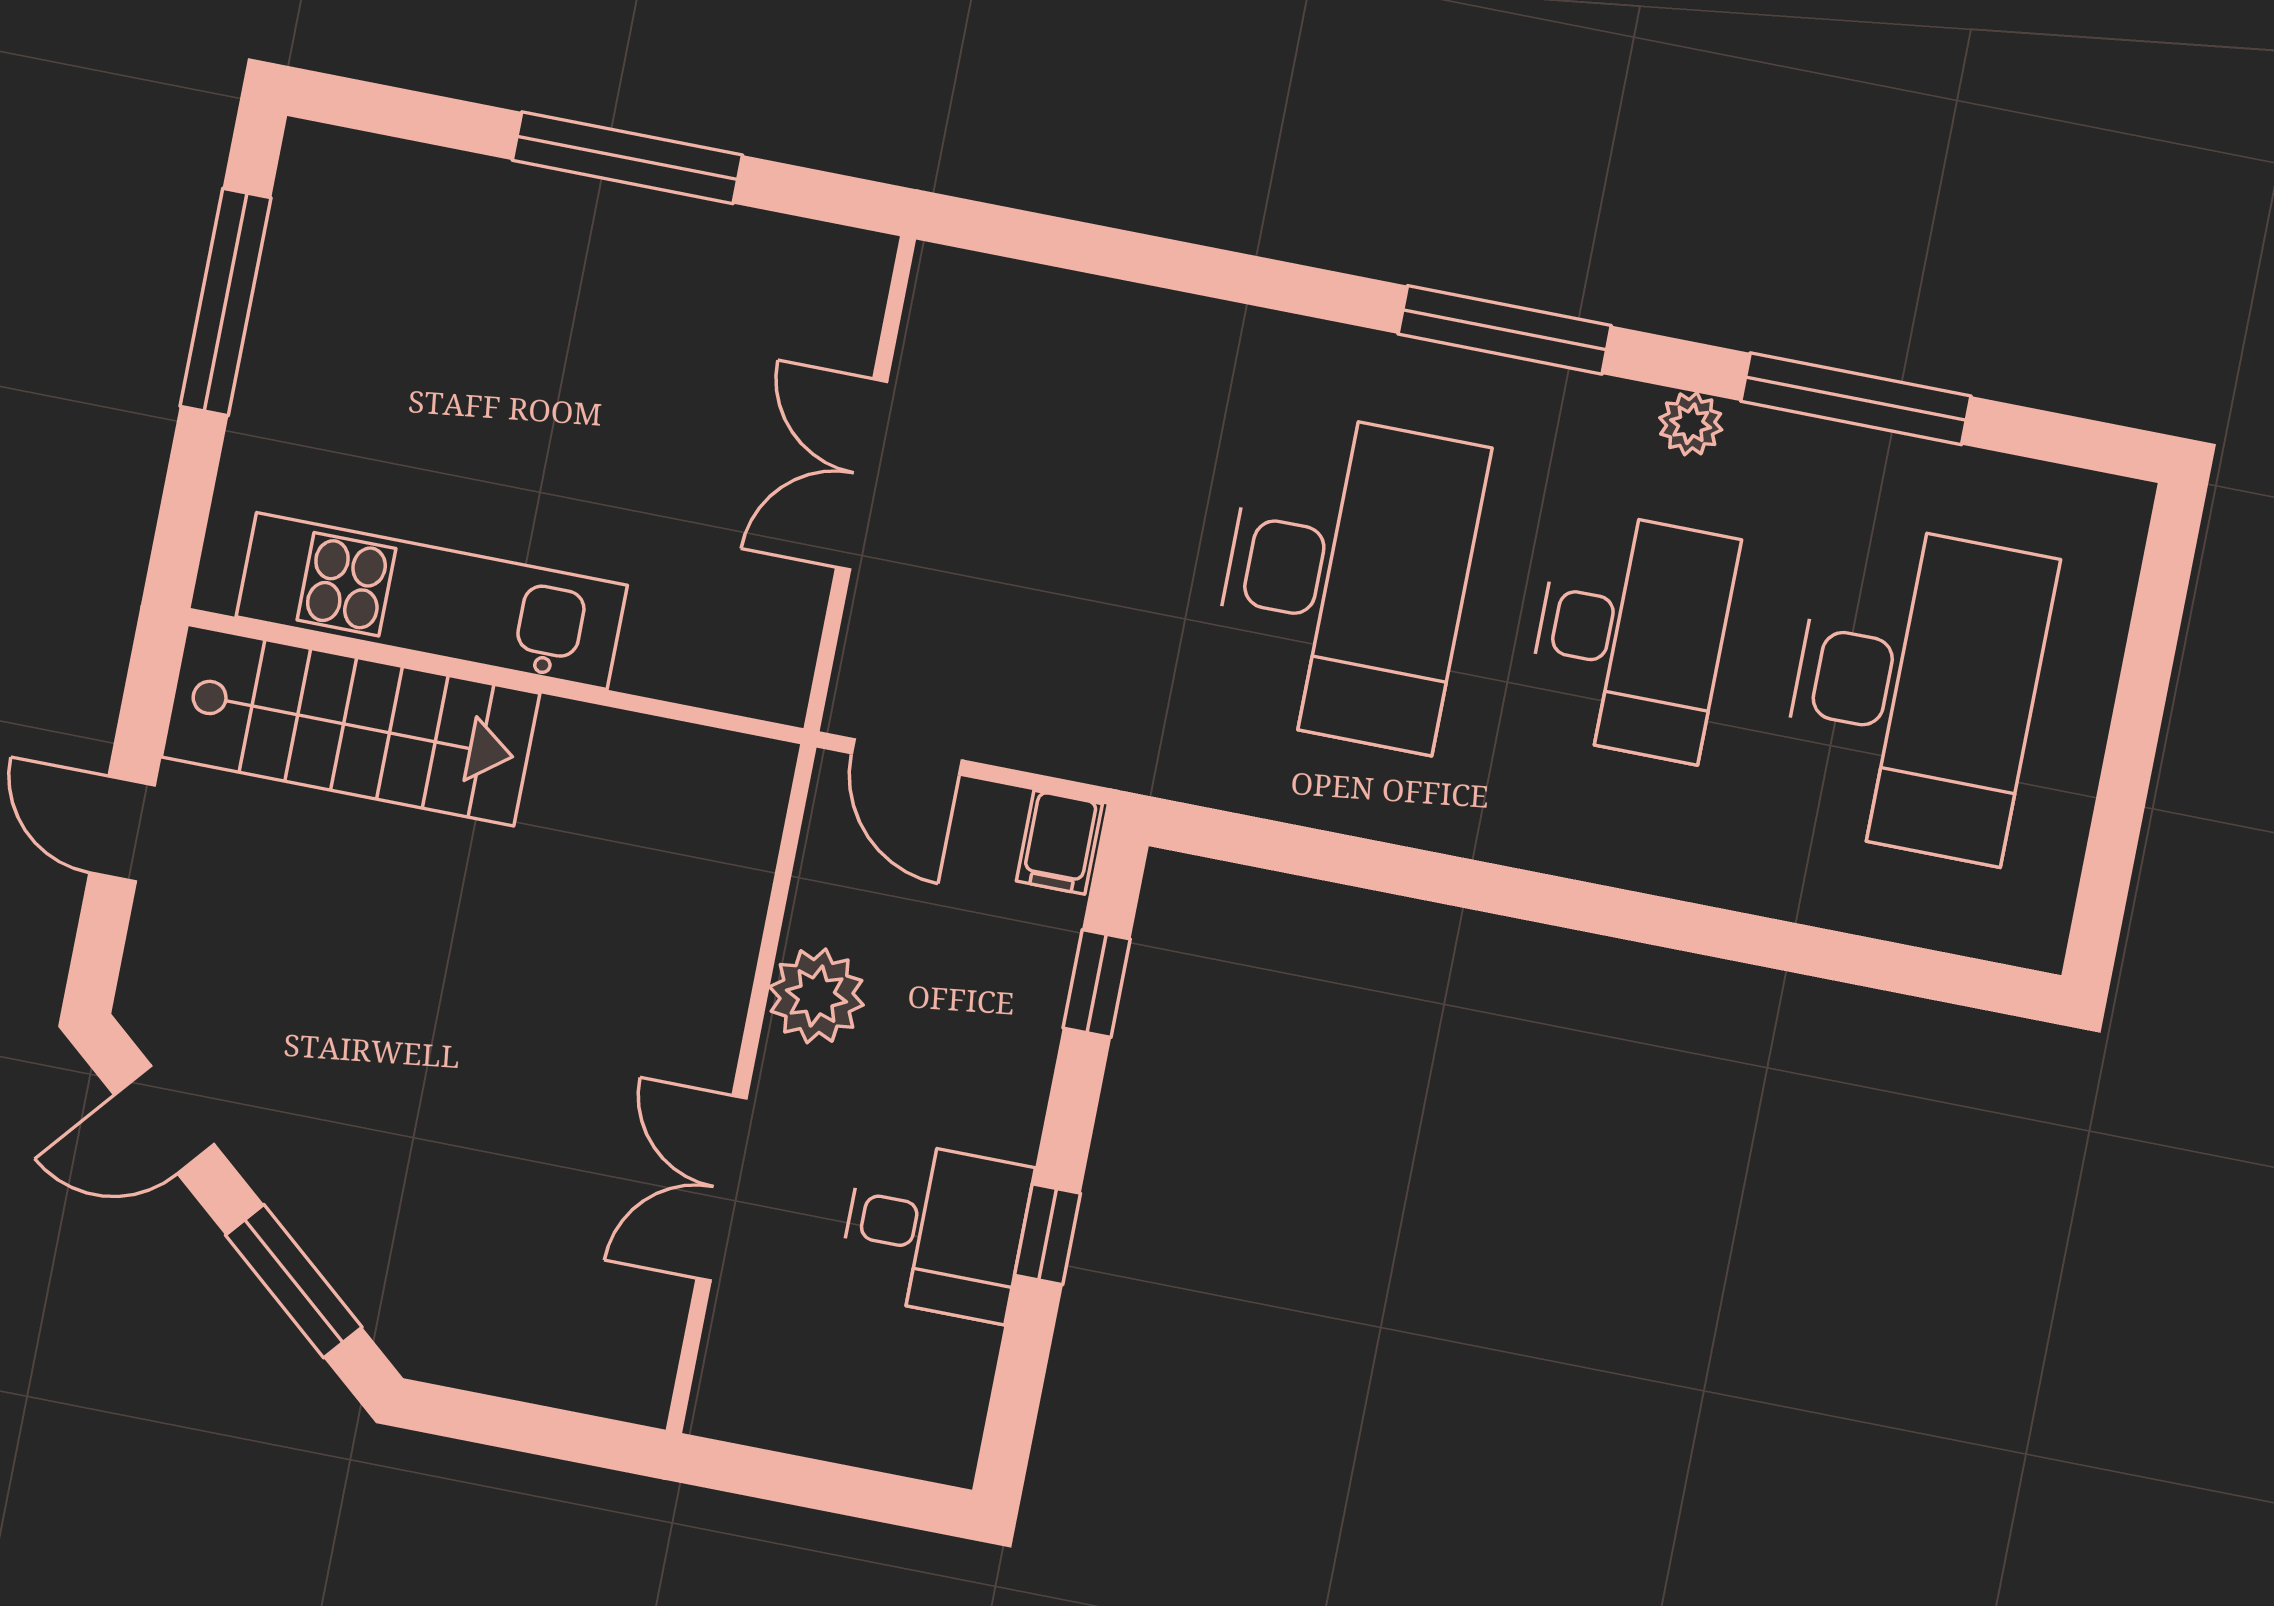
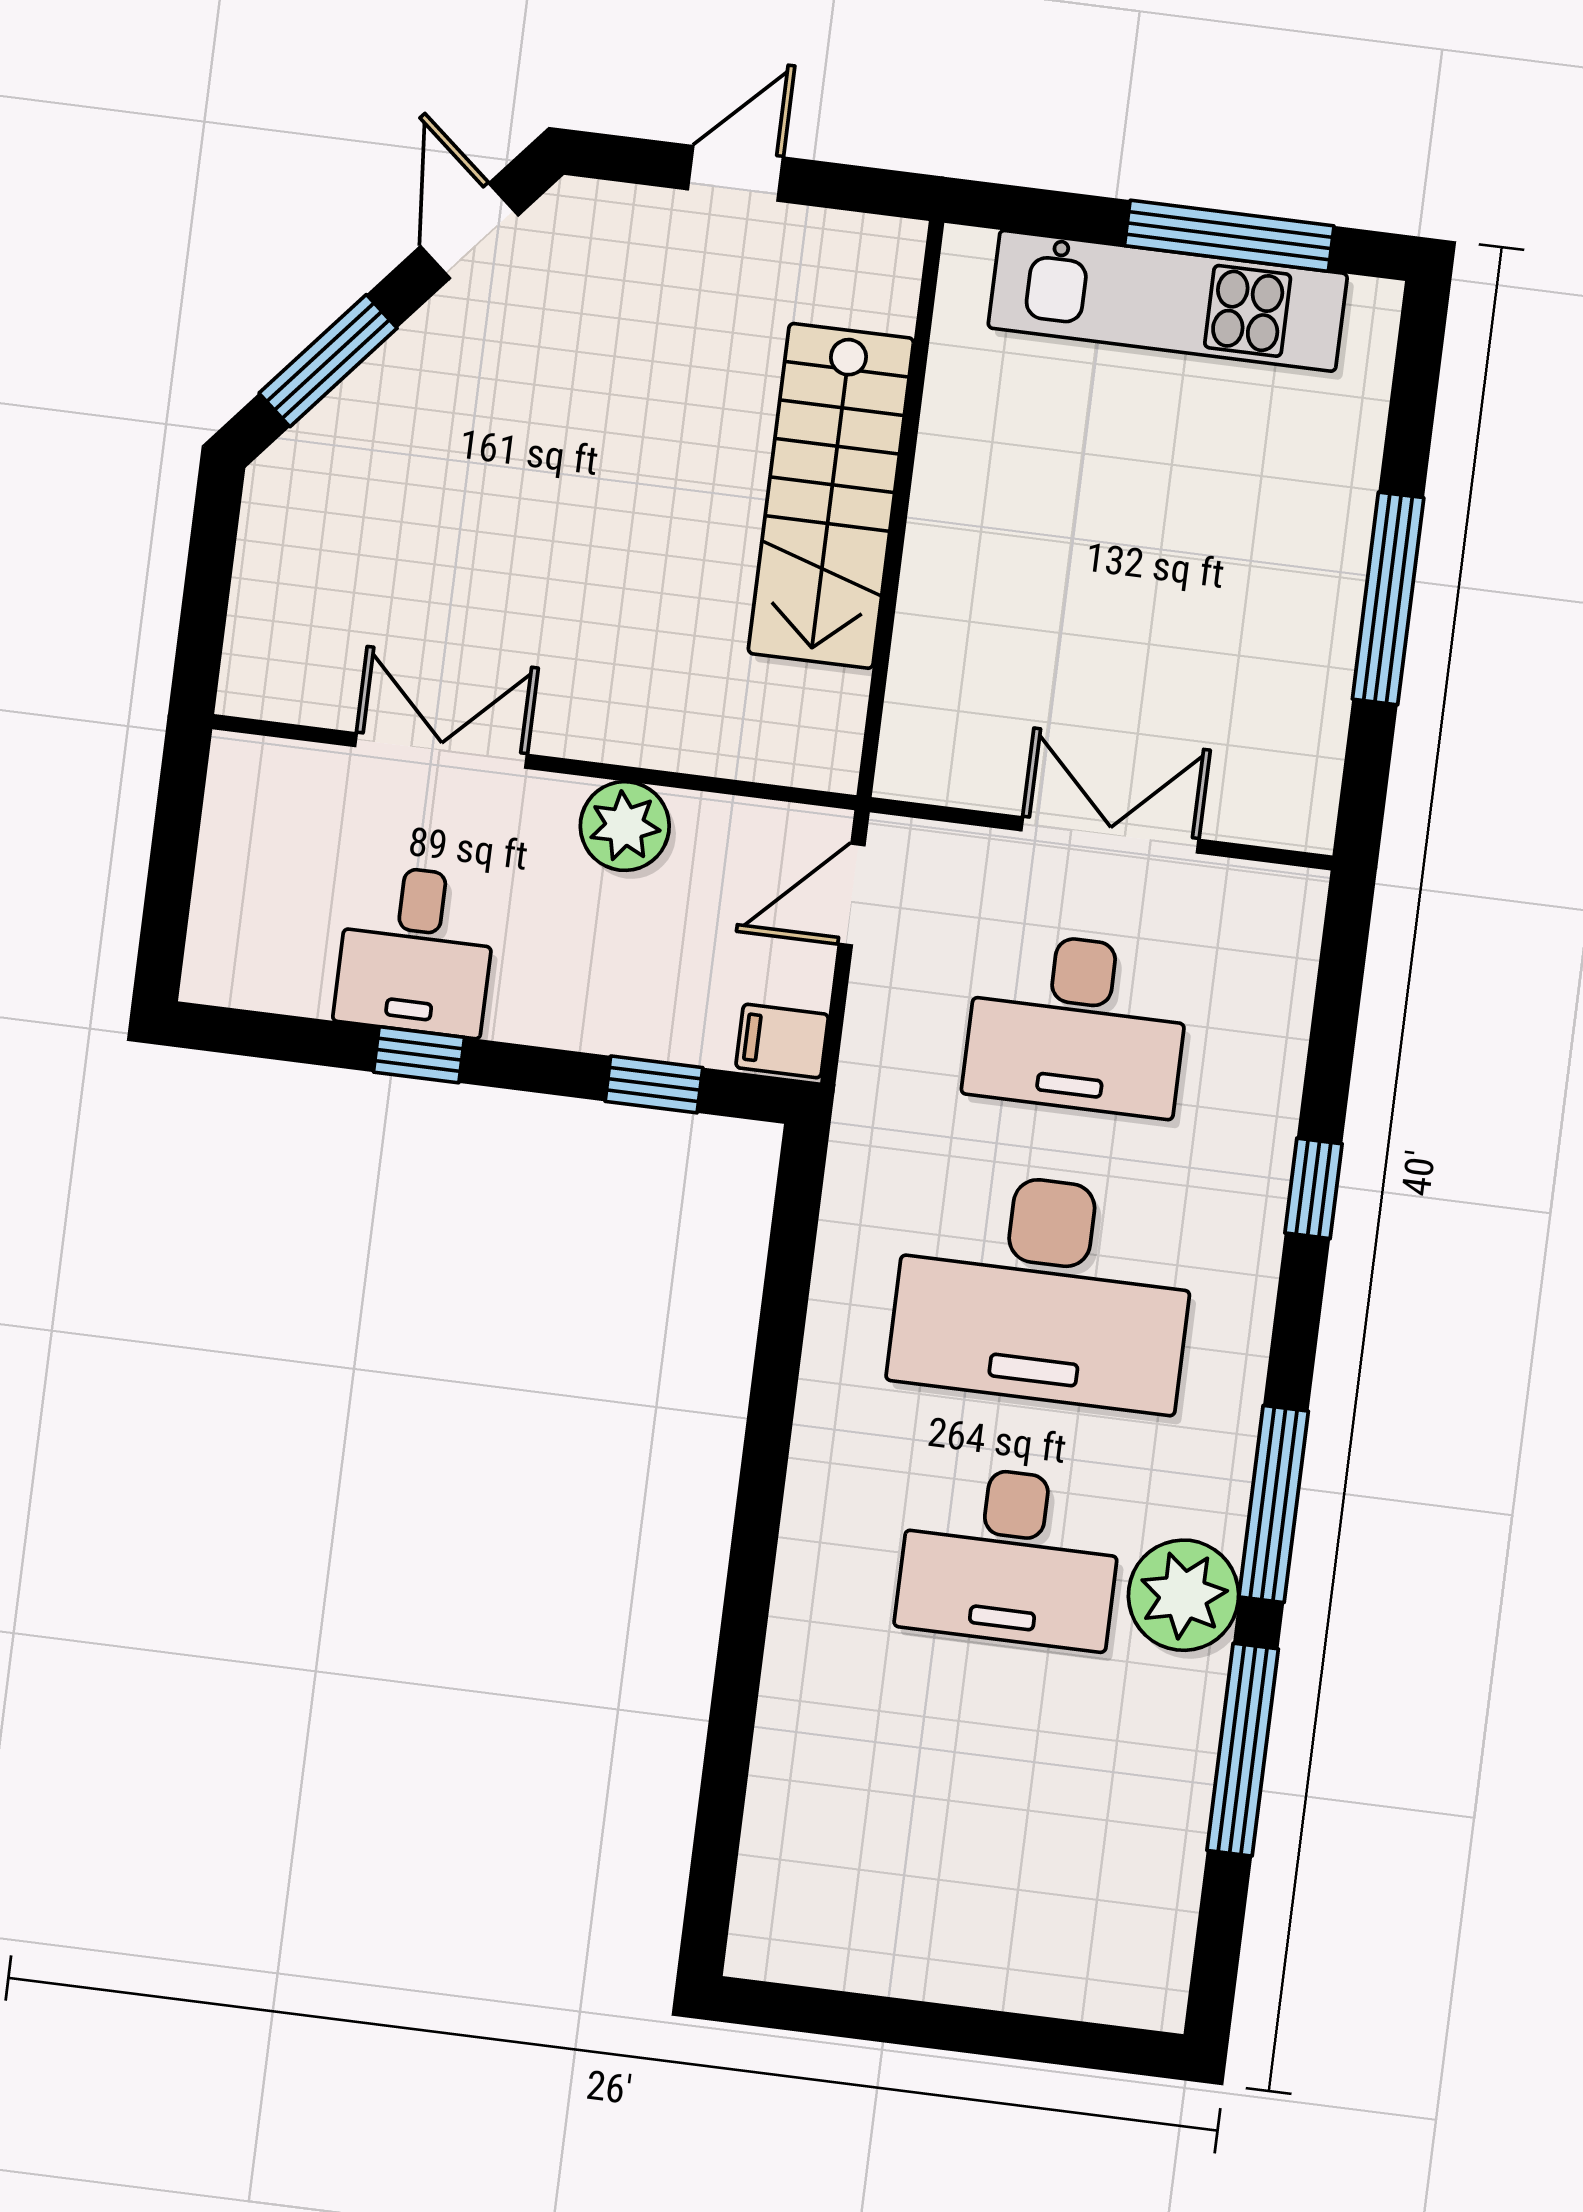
window: (1257, 281) -> (1314, 1188), added
window: (1505, 330) -> (1274, 1504), moved
plant: (1691, 424) -> (1183, 1595), width x1.87, depth x1.87
kitchen unit: (432, 601) -> (1168, 301), moved, turned 90
desk: (1915, 691) -> (1077, 1024), moved, width x0.73, depth x0.77
stairs: (351, 725) -> (831, 496), moved

